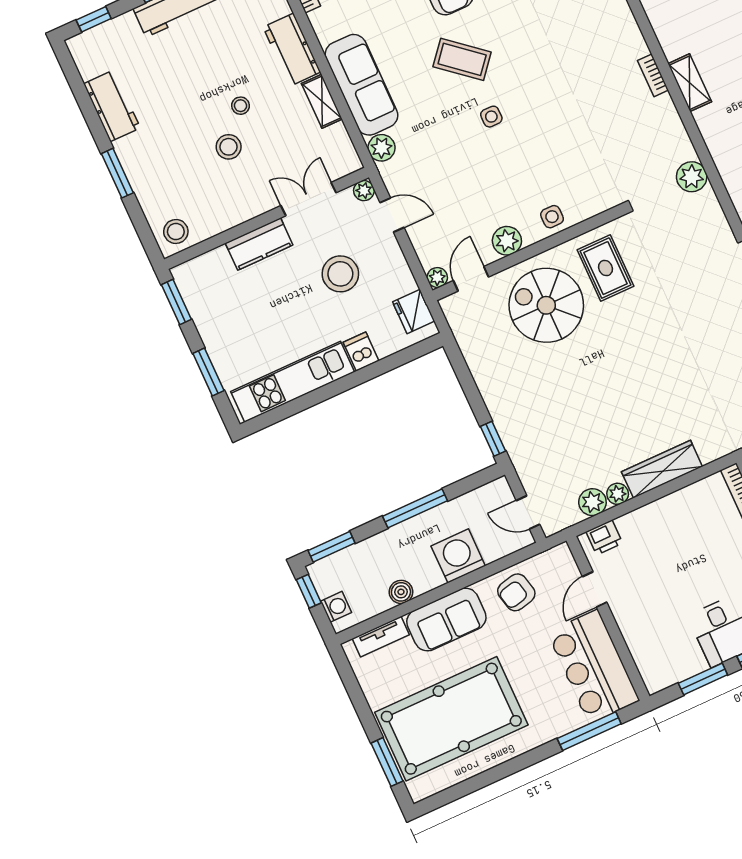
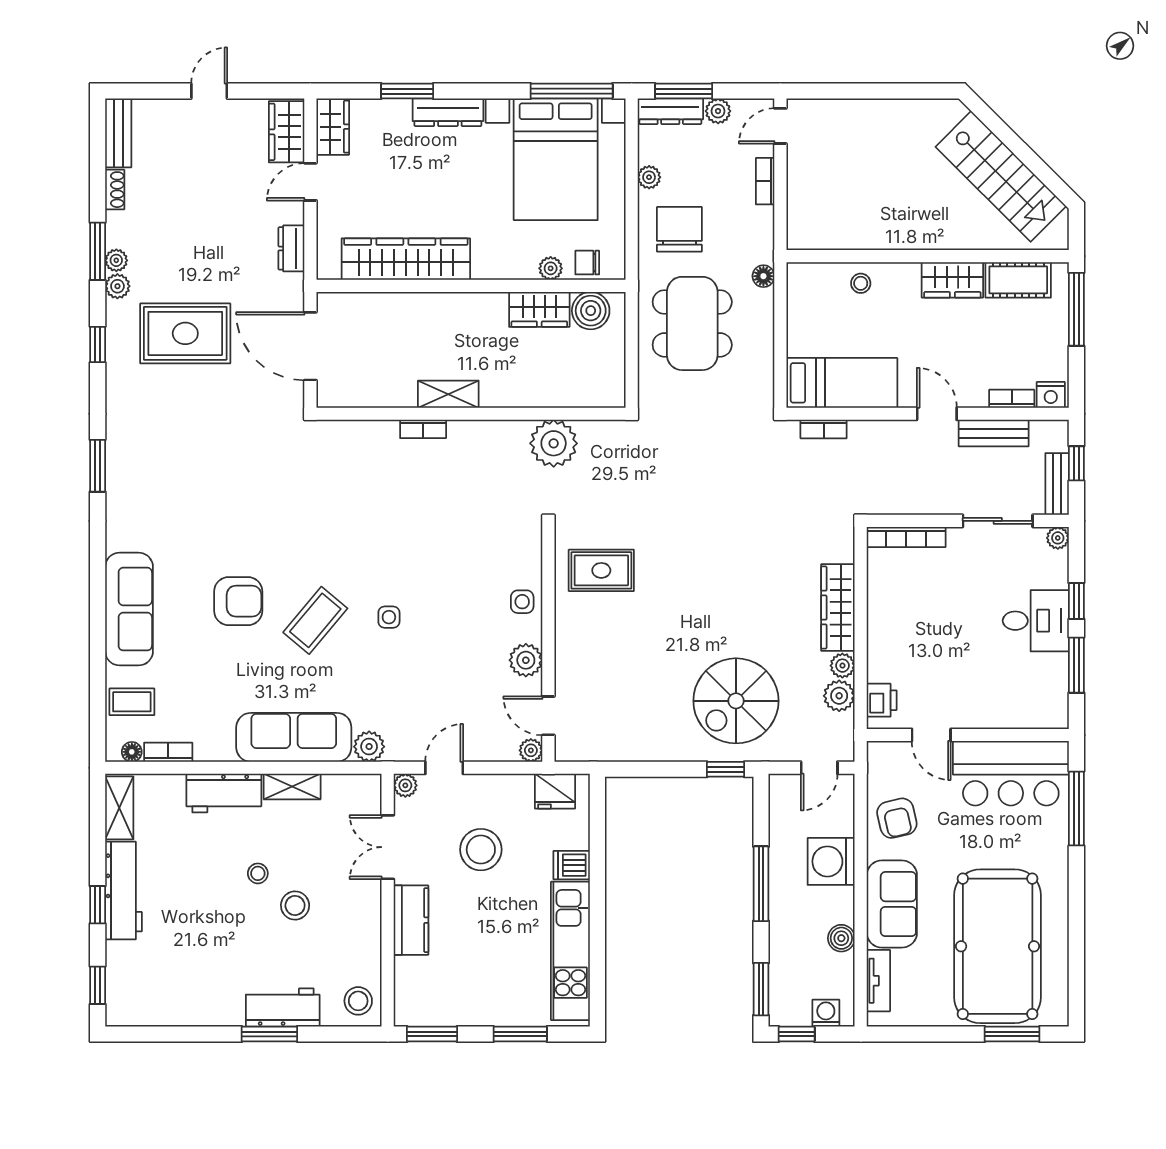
workbench: (112, 106) -> (283, 1008), moved
plant: (692, 177) -> (554, 443), width x1.36, depth x1.36
spiral stairs: (546, 305) -> (736, 701), moved

